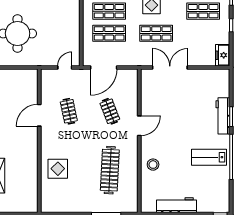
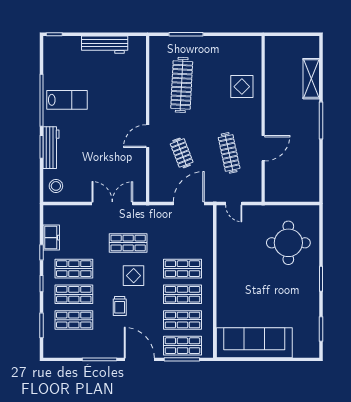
shop shelf: (109, 33) -> (182, 243), removed
freezer: (223, 55) -> (51, 238), moved
door: (65, 67) -> (234, 204), hinge flipped
double door: (170, 67) -> (112, 204), swing flipped
clothes rail: (69, 111) -> (229, 153), width x1.36
stool: (153, 165) -> (56, 186), moved

